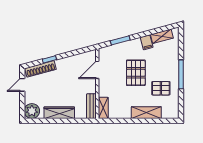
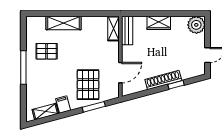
shoe rack: (40, 69) -> (163, 80), moved
pallet: (136, 73) -> (88, 85), moved
wardrobe: (59, 113) -> (159, 23), width x0.67

